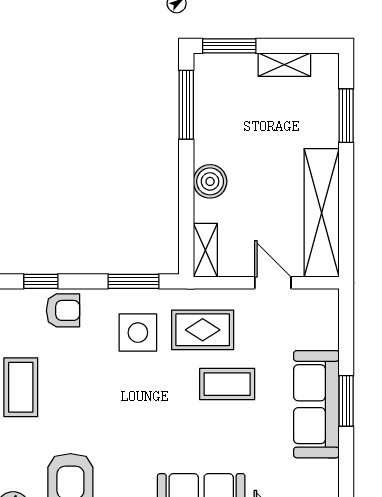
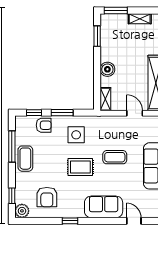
window: (186, 105) -> (97, 36), width x0.69
window: (133, 281) -> (62, 113), moved
rug: (203, 330) -> (80, 167), moved

